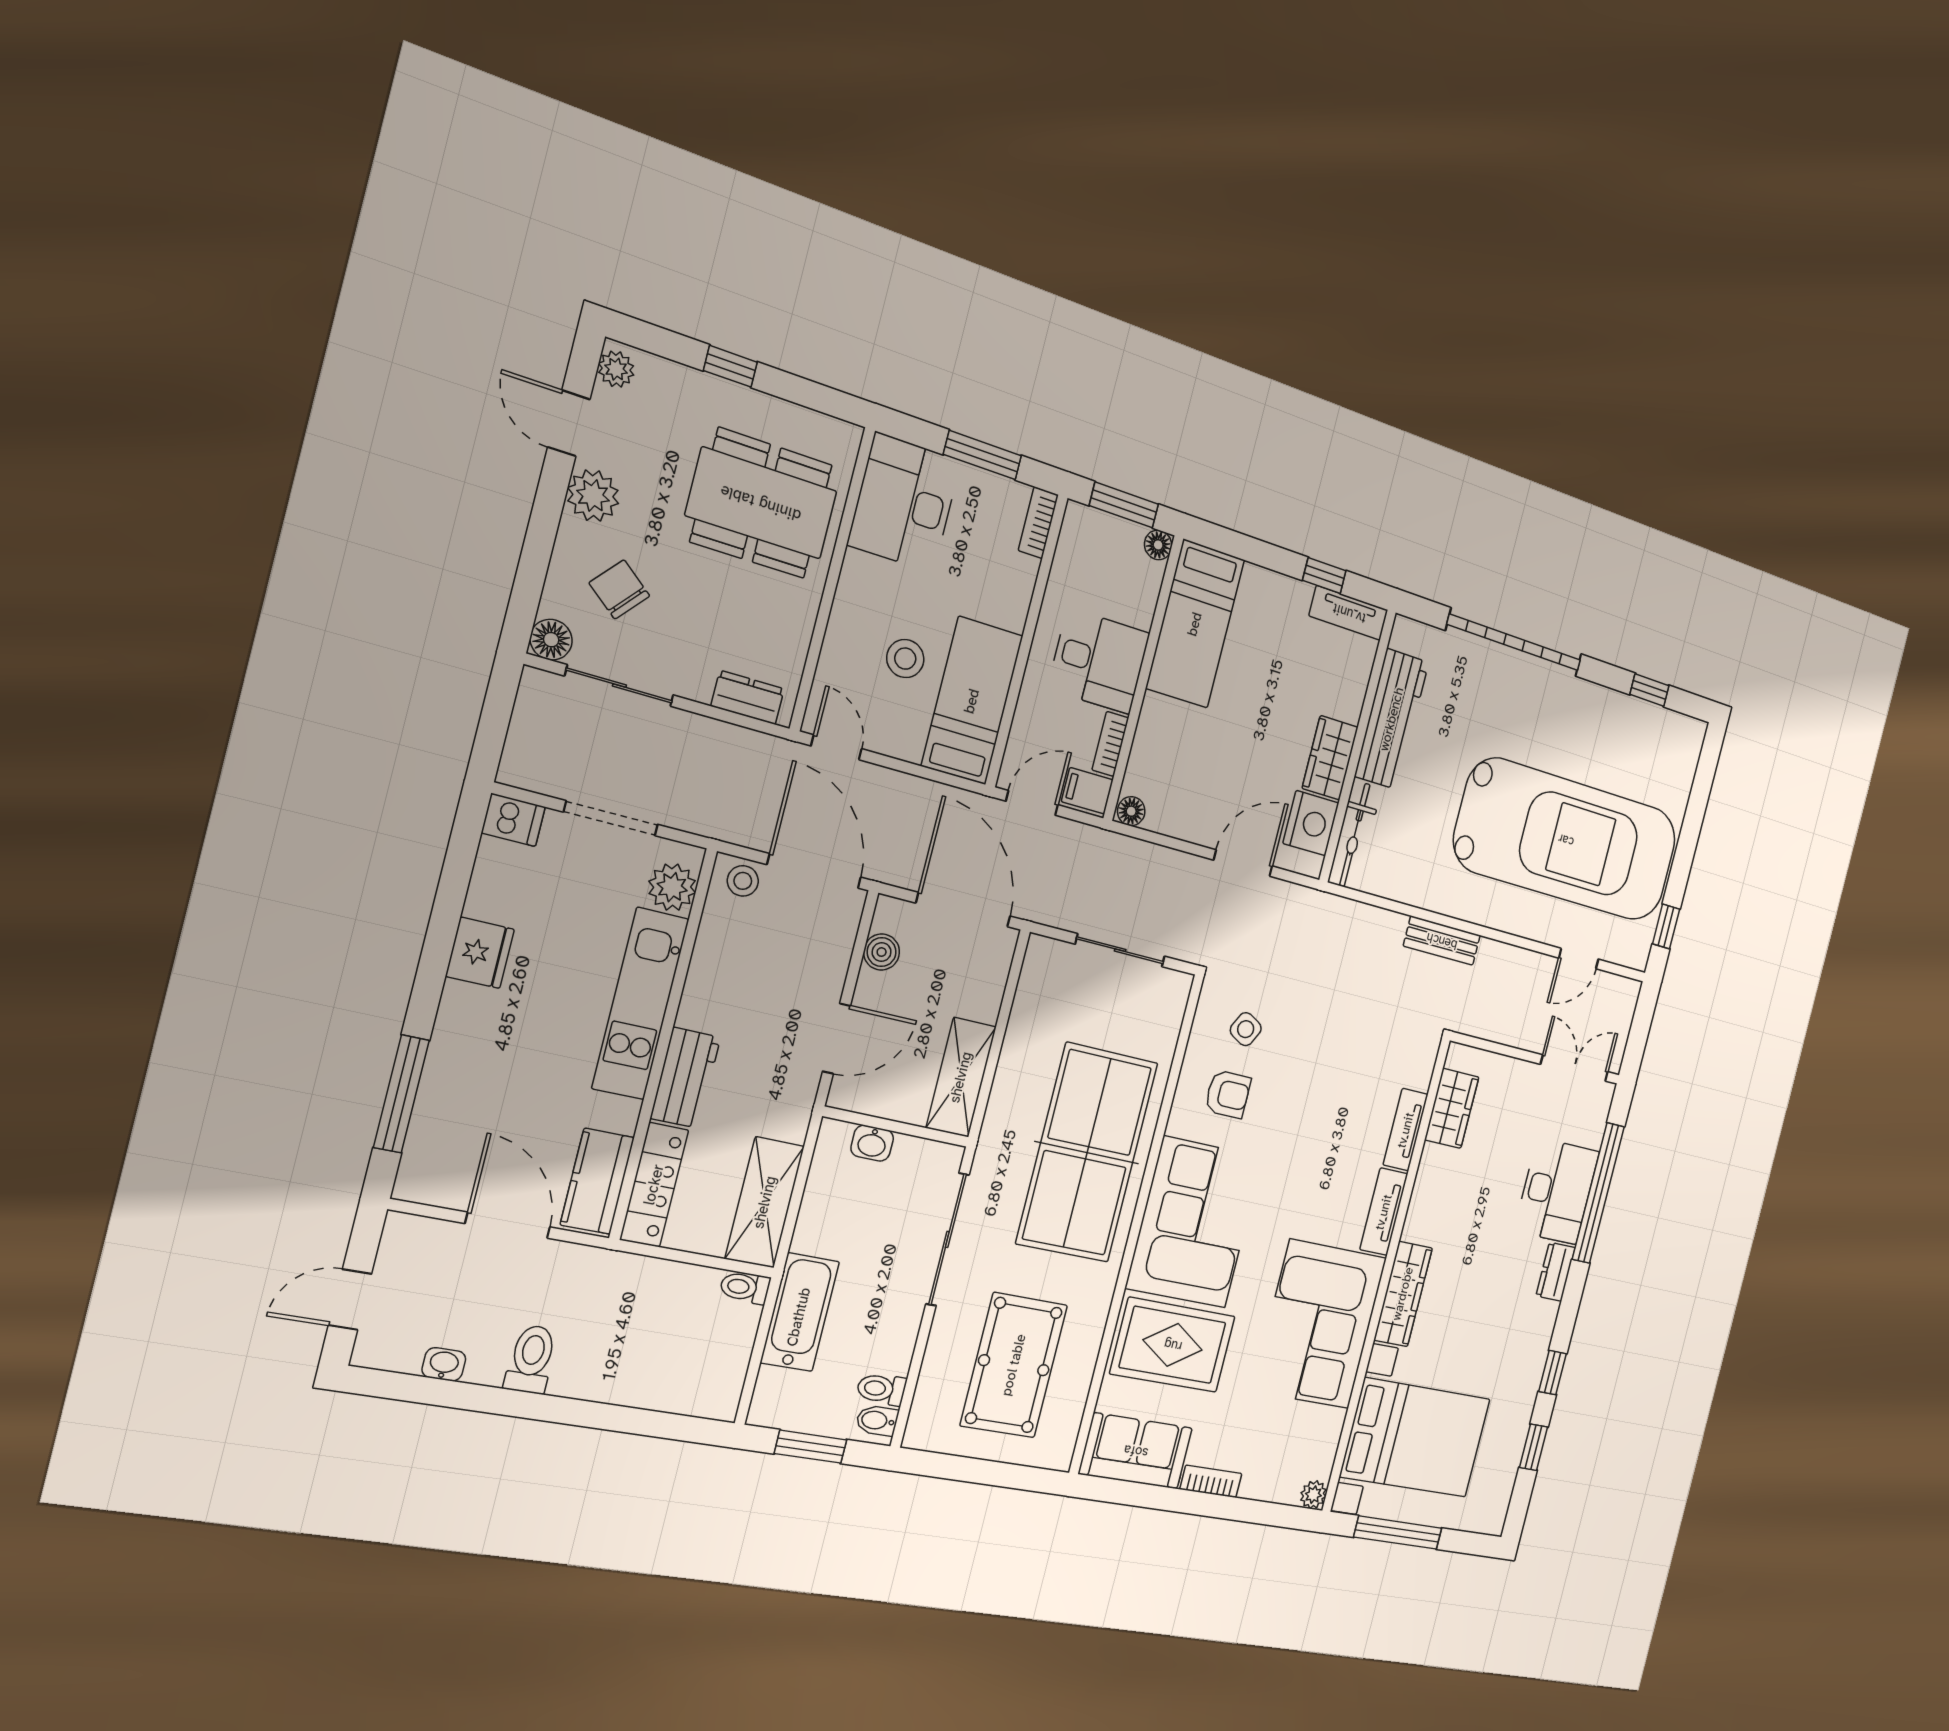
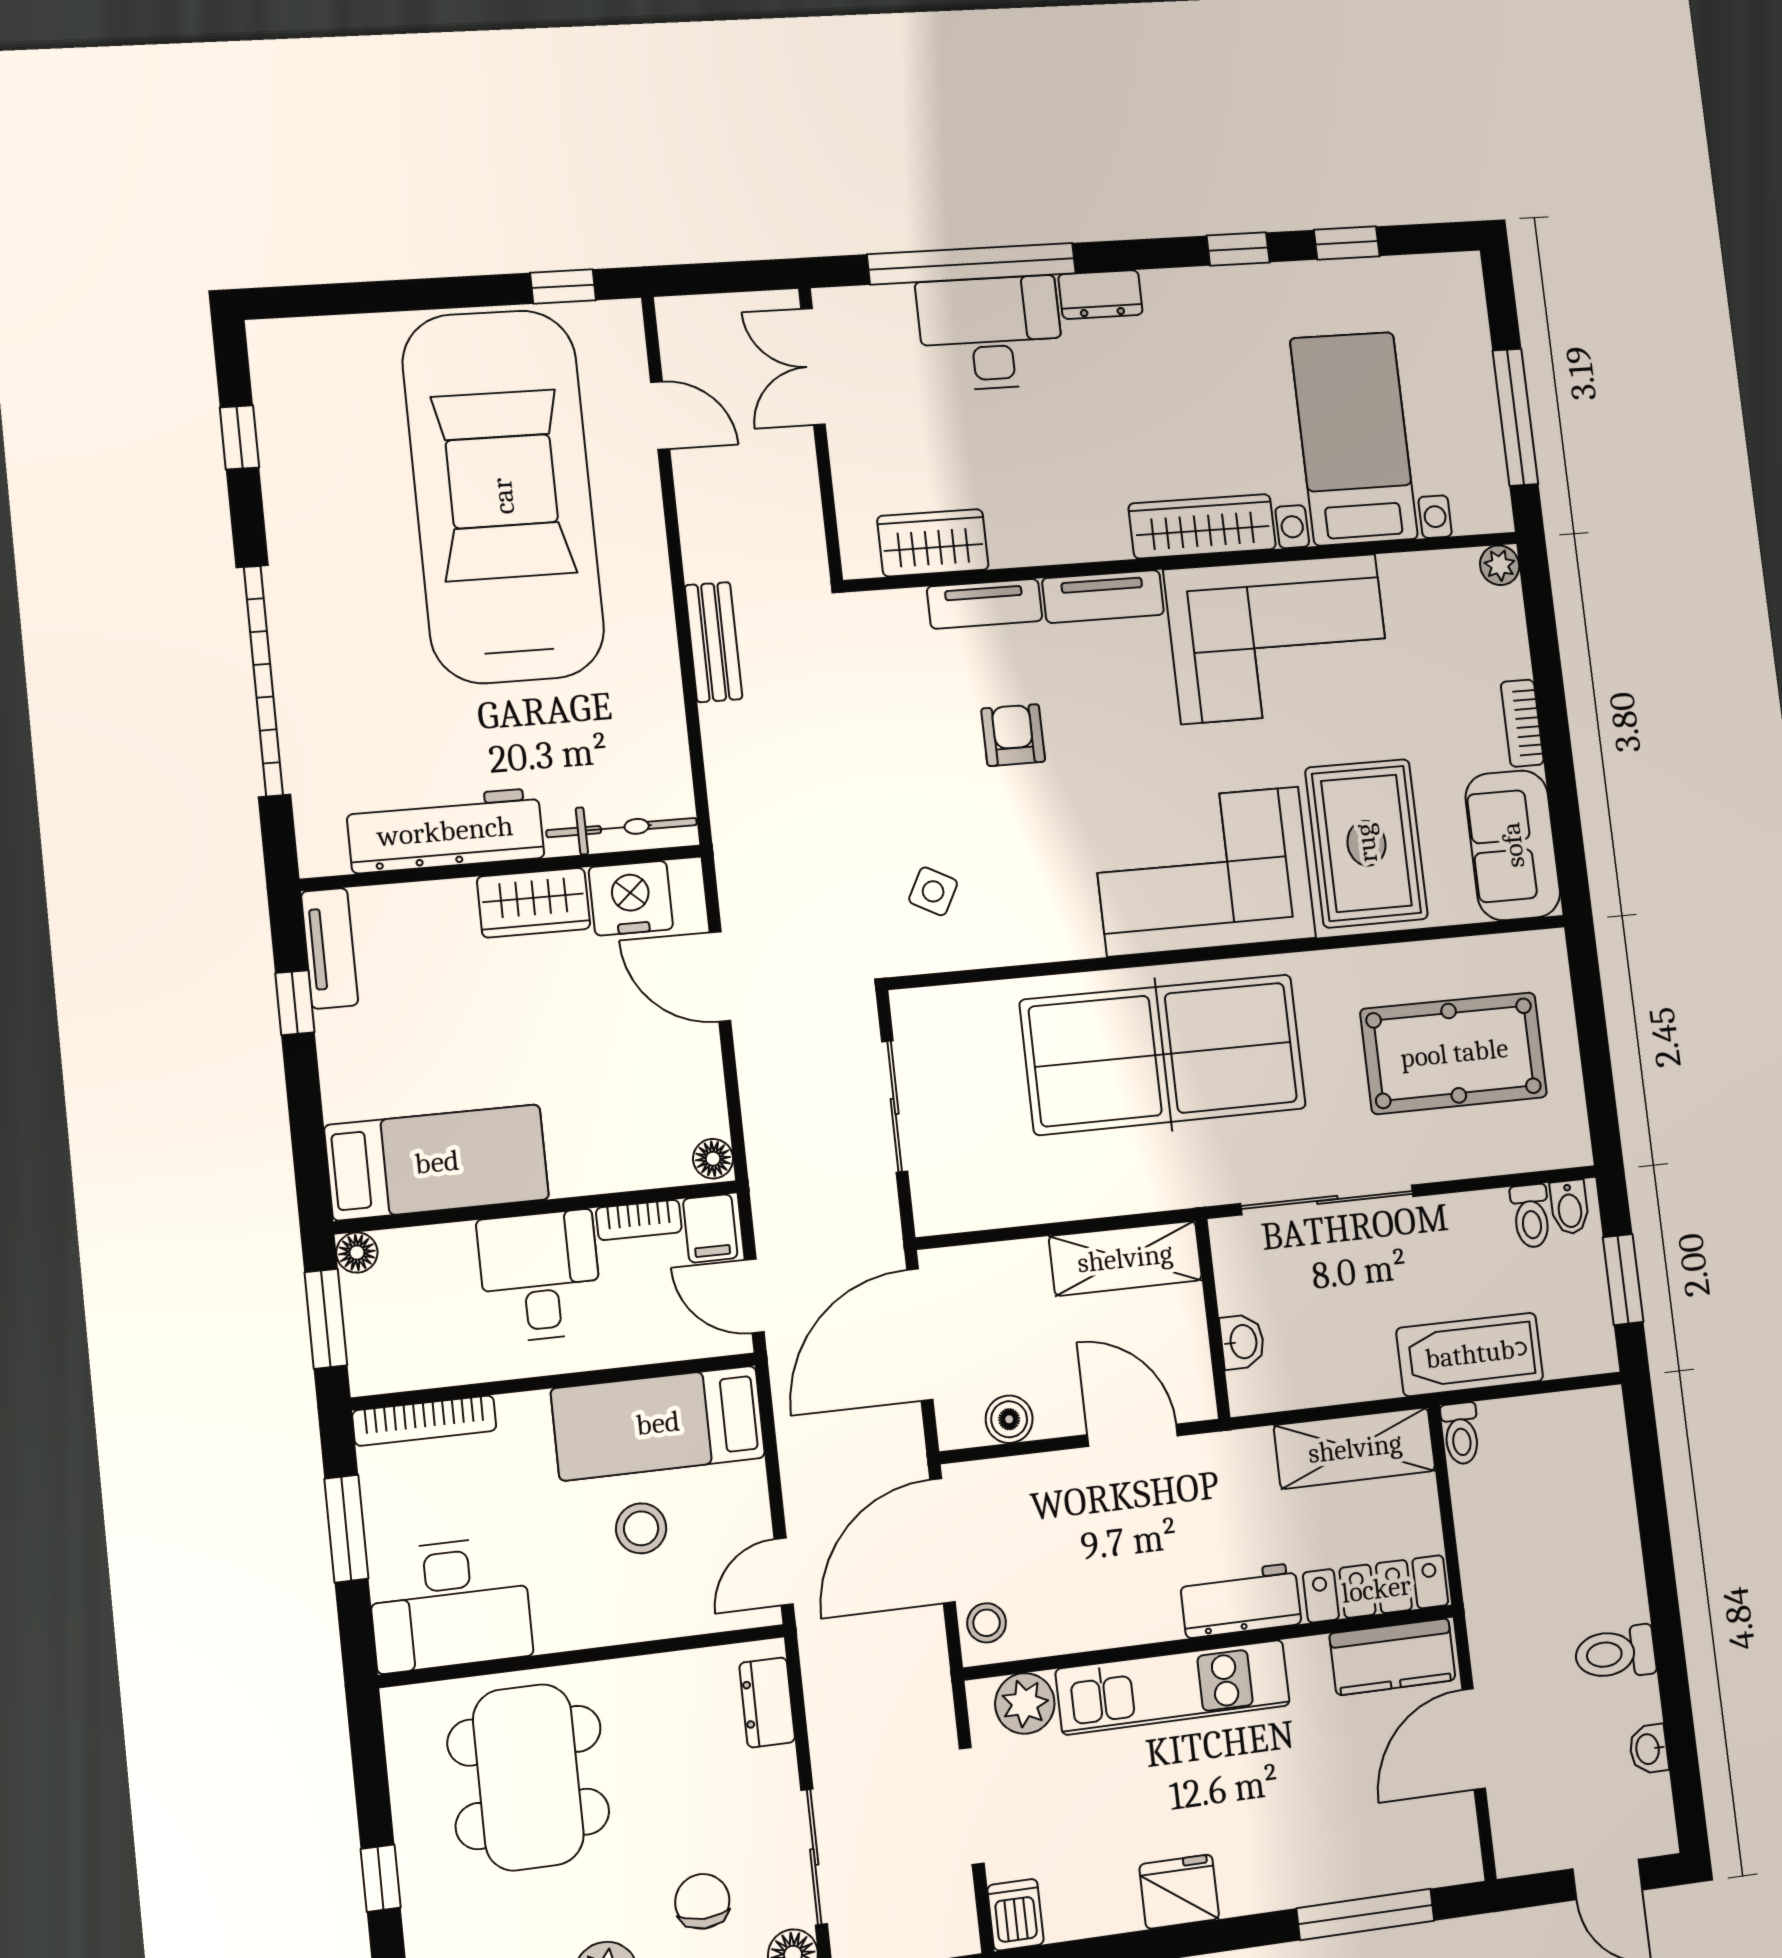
bookcase: (1038, 523) -> (424, 1421), width x1.56
chair: (619, 589) -> (702, 1901), turned 140
armchair: (1228, 1094) -> (1013, 735), moved
bed with nightstands: (1415, 1438) -> (1354, 439), width x0.73

